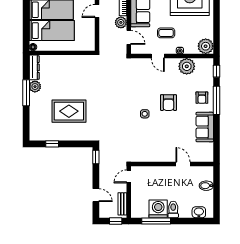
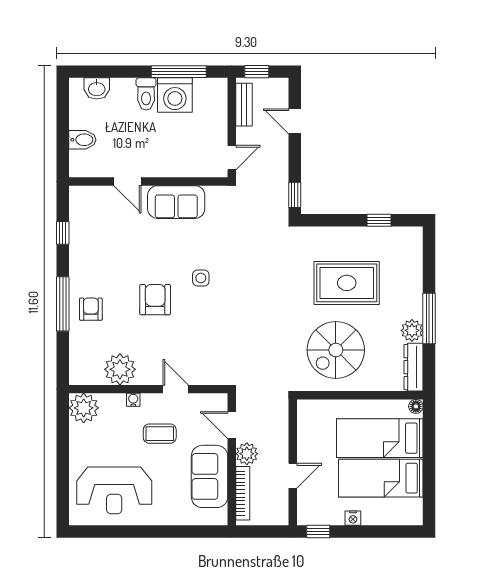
window: (216, 71) -> (63, 233), moved
spiral stairs: (75, 76) -> (336, 350), added
sofa: (205, 127) -> (176, 202), moved, turned 90

